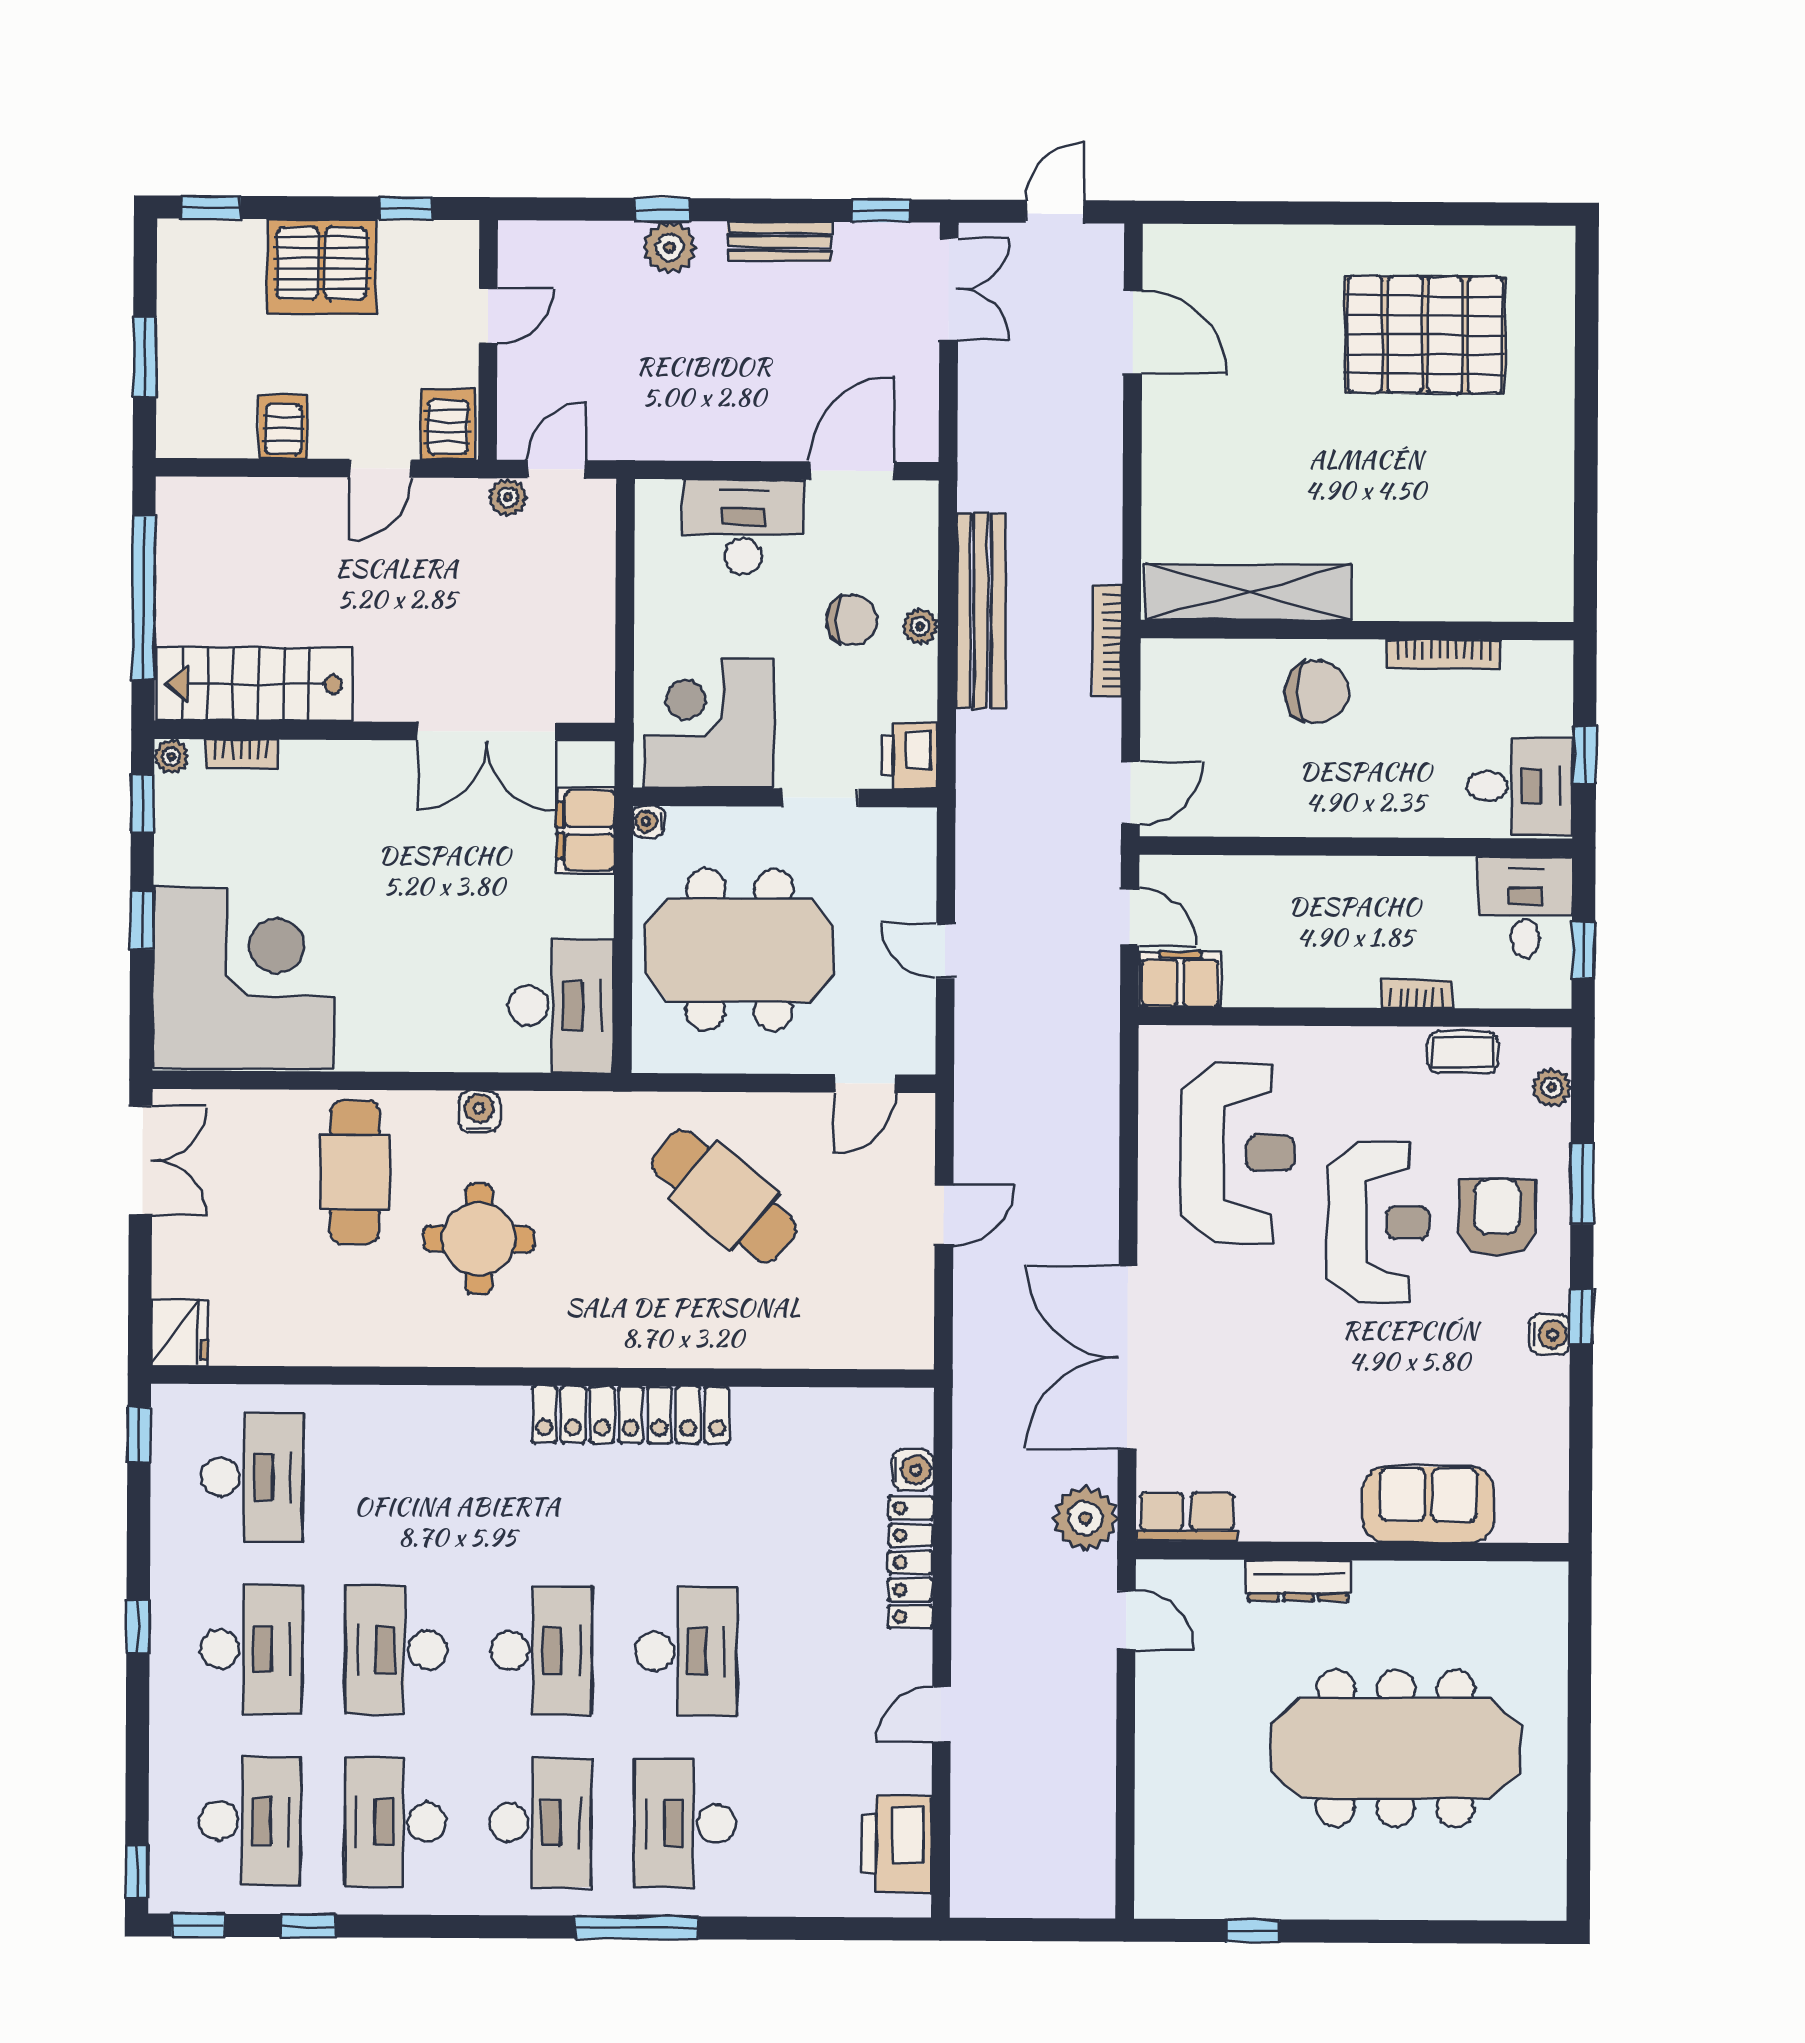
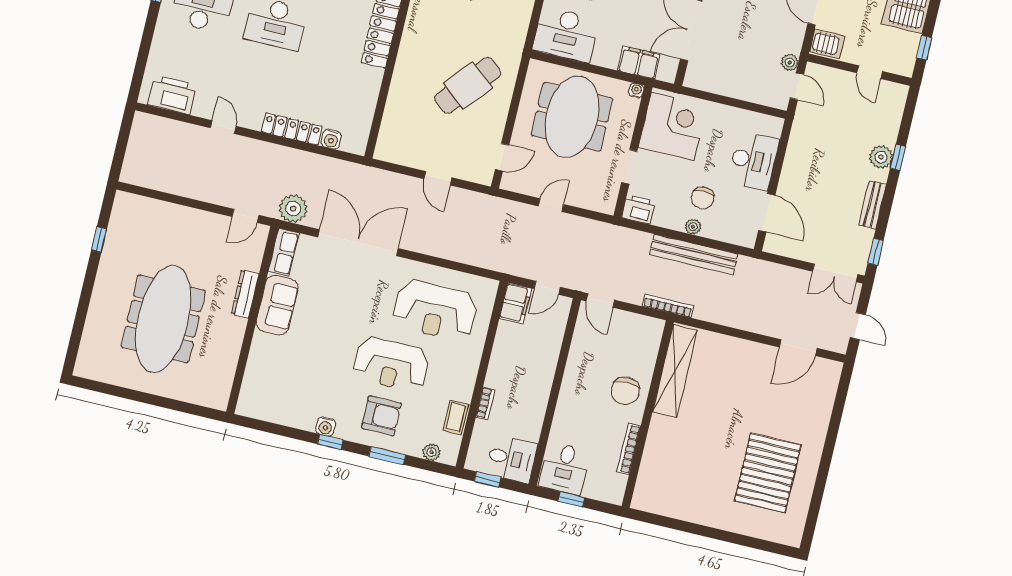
door: (865, 1083) -> (502, 157), swing flipped
sofa: (1428, 1505) -> (277, 305), moved

